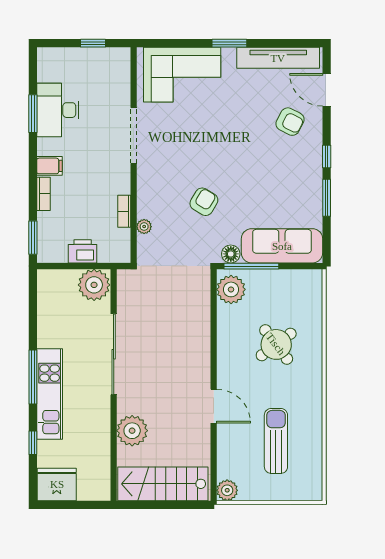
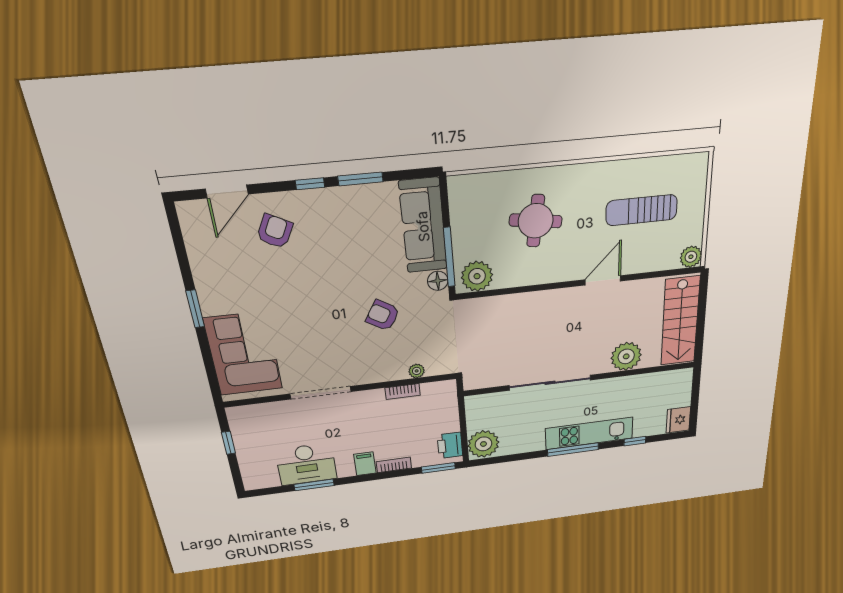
tv unit: (278, 58) -> (200, 253), removed
printer: (83, 251) -> (450, 445), moved
plant: (94, 285) -> (483, 444), moved
round table: (276, 344) -> (536, 221), turned 45
fridge: (57, 484) -> (678, 420), width x0.73, depth x0.75

